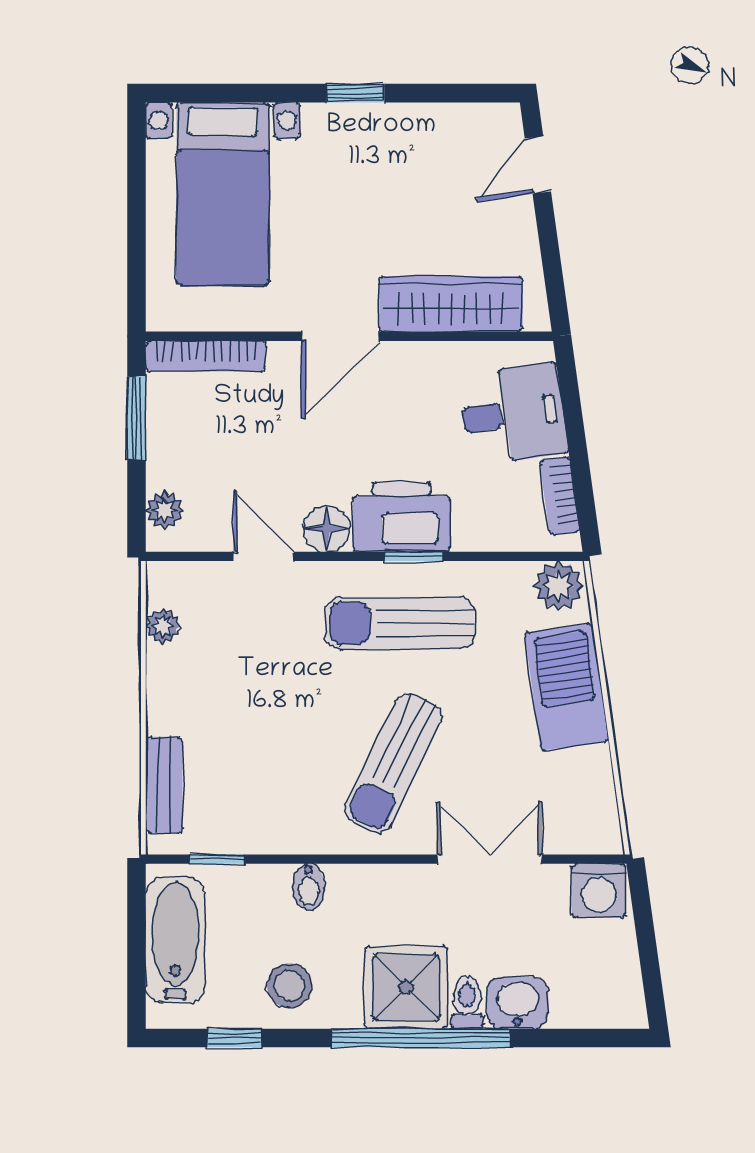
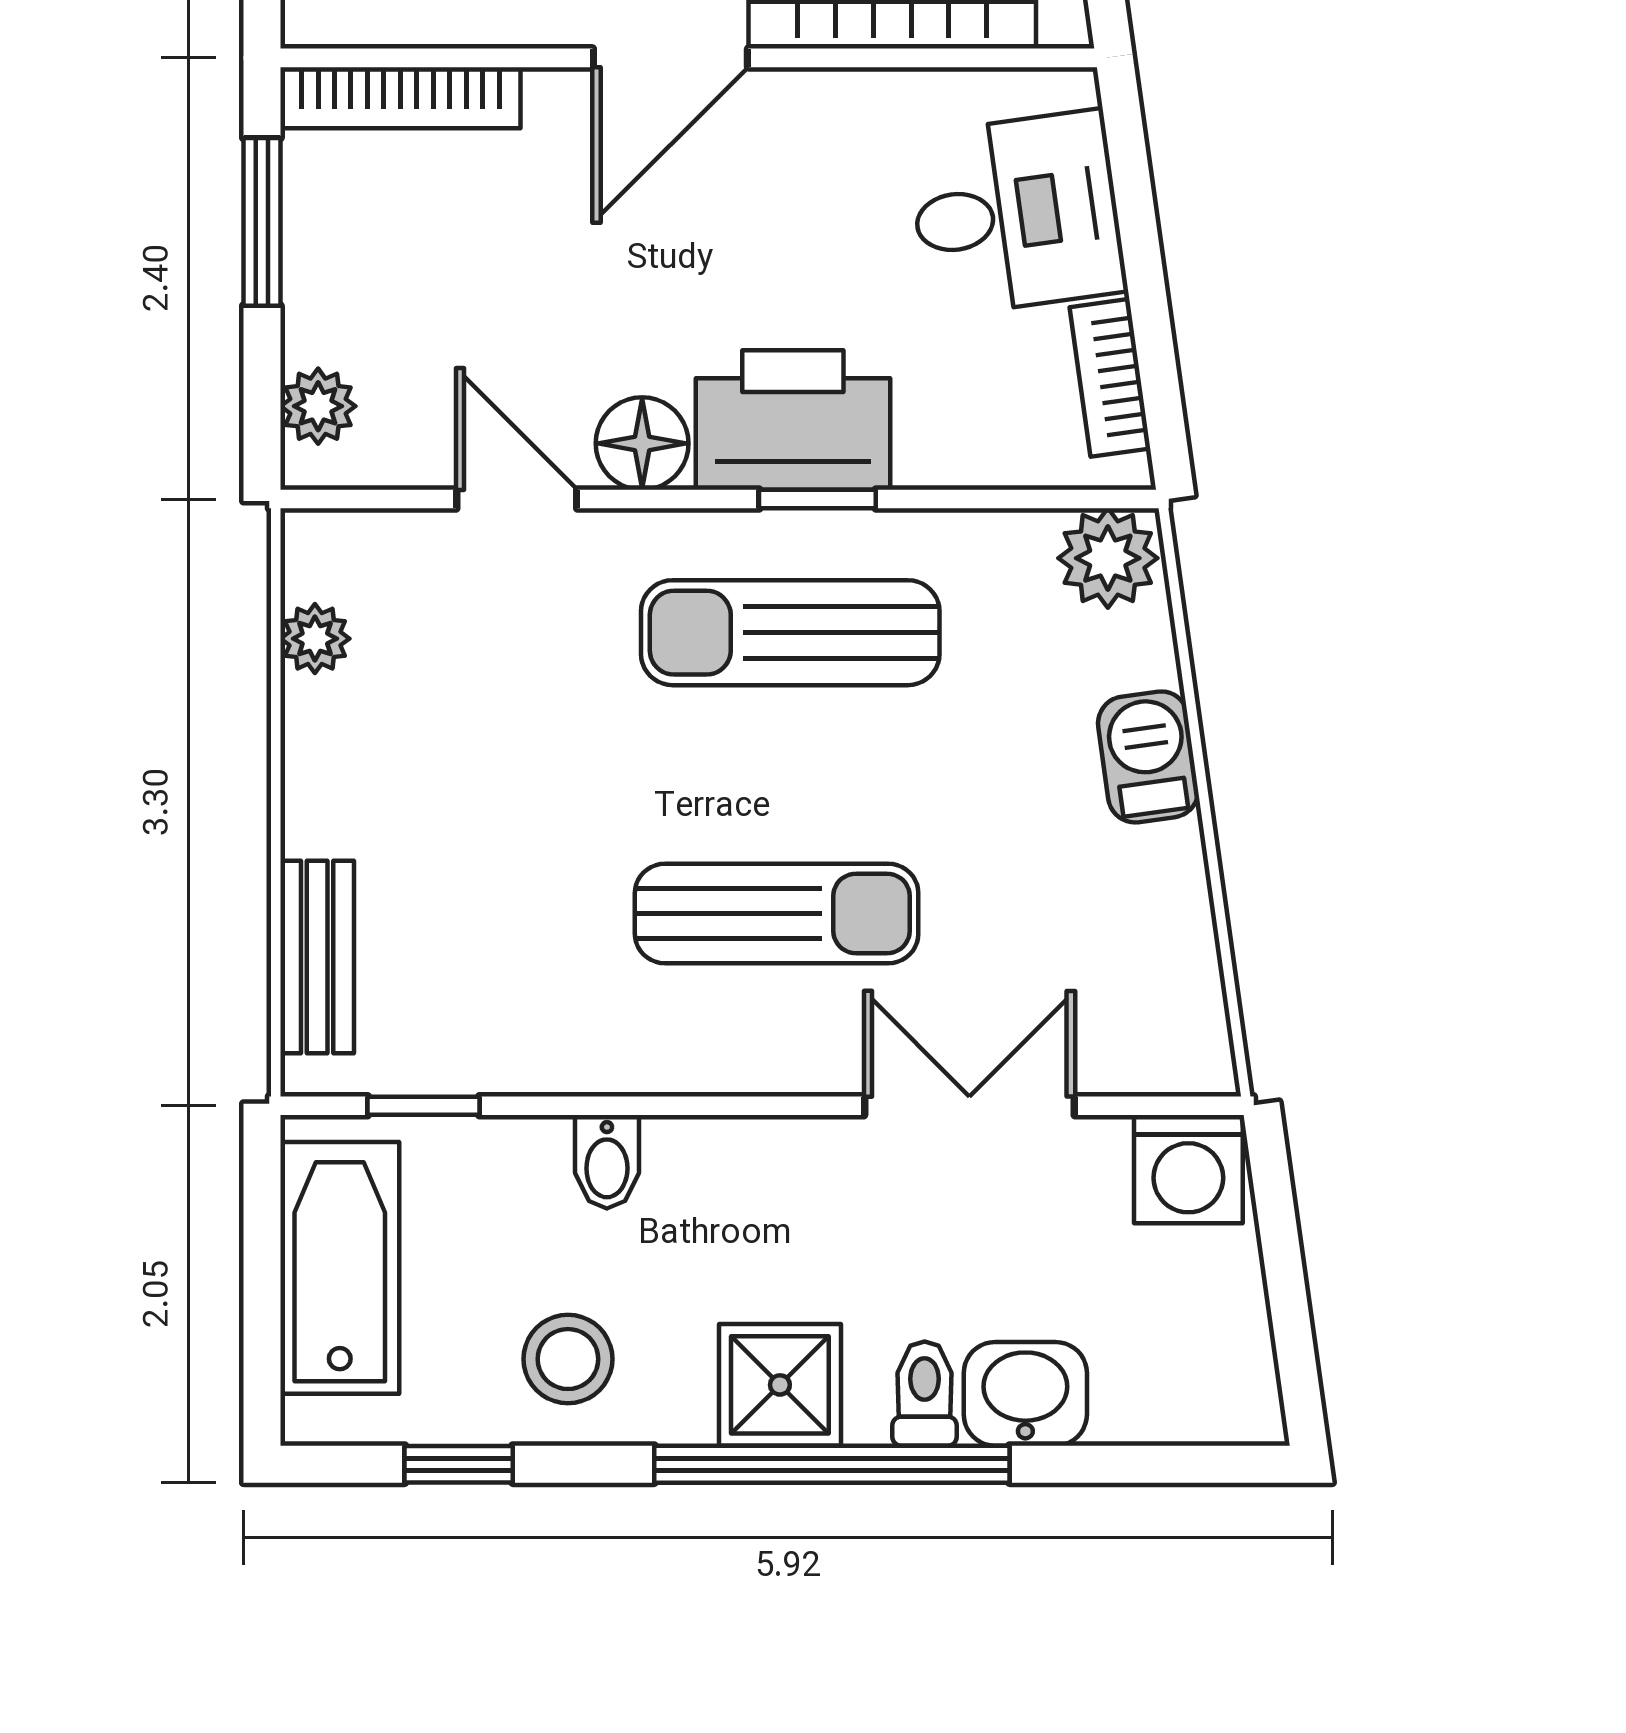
barbecue: (567, 687) -> (1148, 757), width x0.53, depth x0.65
sun lounger: (393, 763) -> (777, 913), turned -116
shower: (406, 987) -> (780, 1385), width x0.73, depth x0.73

